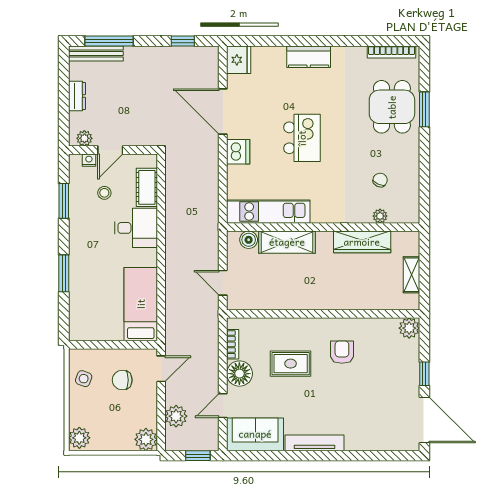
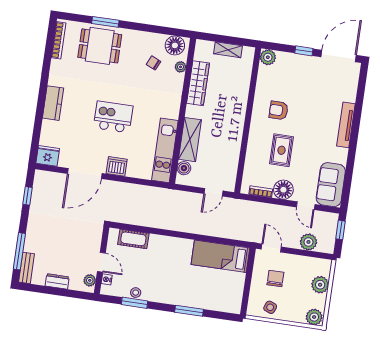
bench: (96, 53) -> (27, 268), width x0.73
stool: (104, 193) -> (136, 293), moved
floor lamp: (407, 205) -> (175, 45), added
desk: (136, 228) -> (163, 251), removed
chair: (122, 380) -> (275, 278), turned 180
plant: (146, 439) -> (320, 285), moved
tv unit: (314, 443) -> (346, 125), moved

